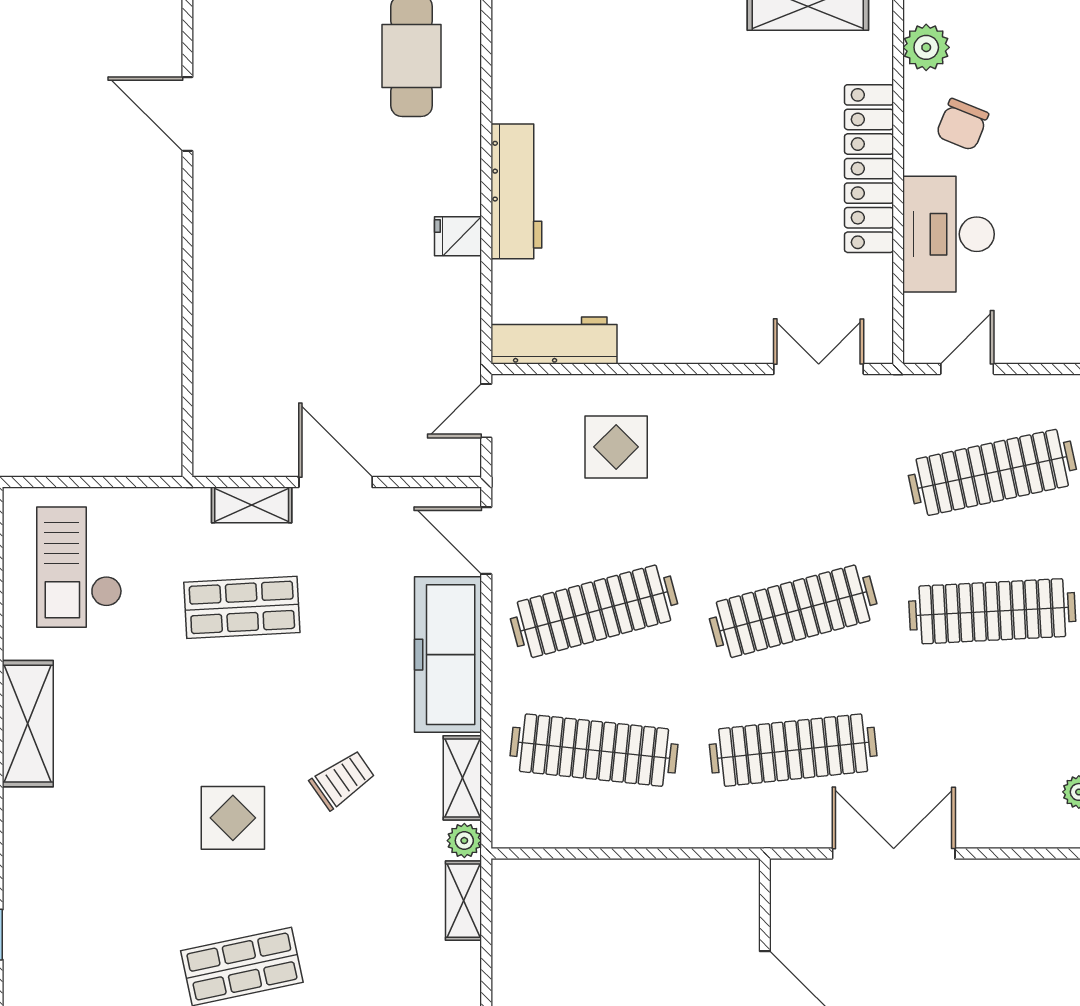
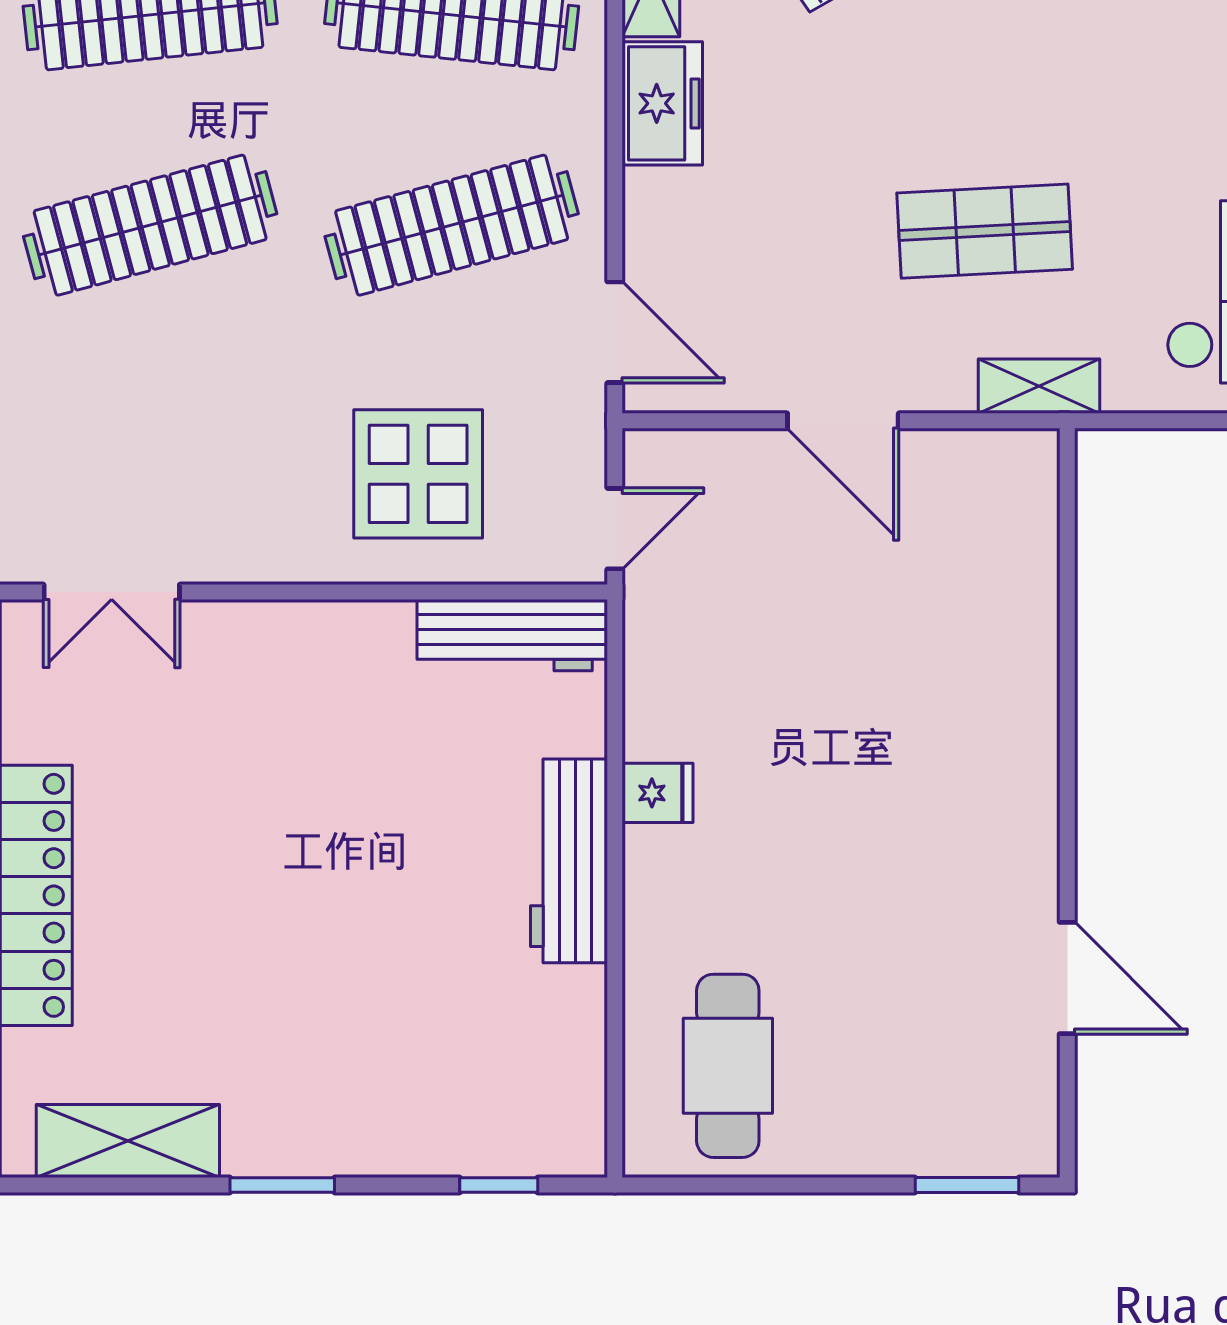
display table: (616, 447) -> (418, 474), width x1.36, depth x1.36
shelving: (252, 505) -> (1039, 386), moved
freezer: (448, 655) -> (662, 103), width x0.52, depth x0.79

